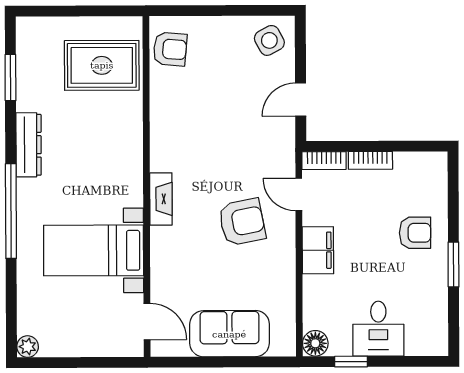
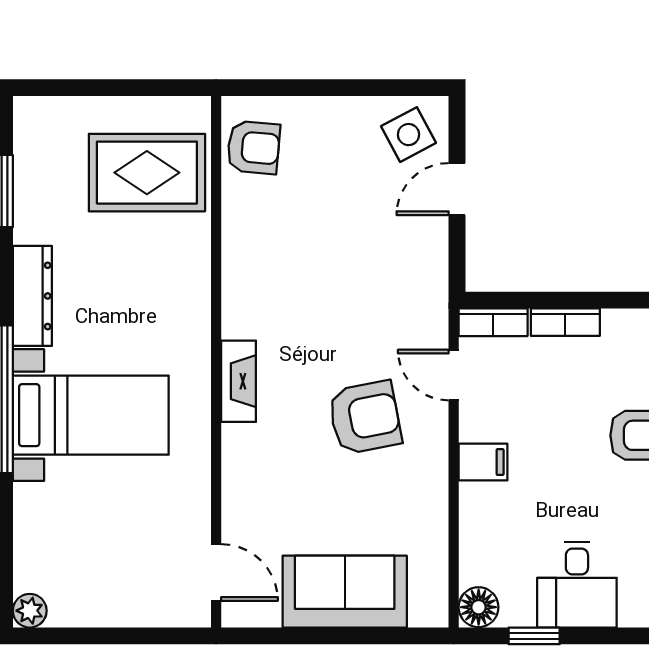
door: (301, 100) -> (457, 189), moved
bed with nightstands: (94, 250) -> (91, 415), moved, turned 180
filing cabinet: (318, 250) -> (483, 462), width x0.50

